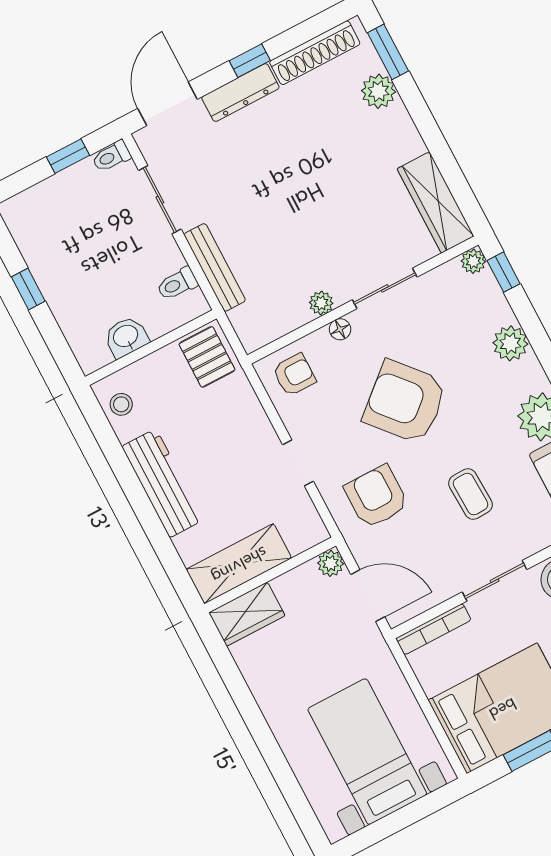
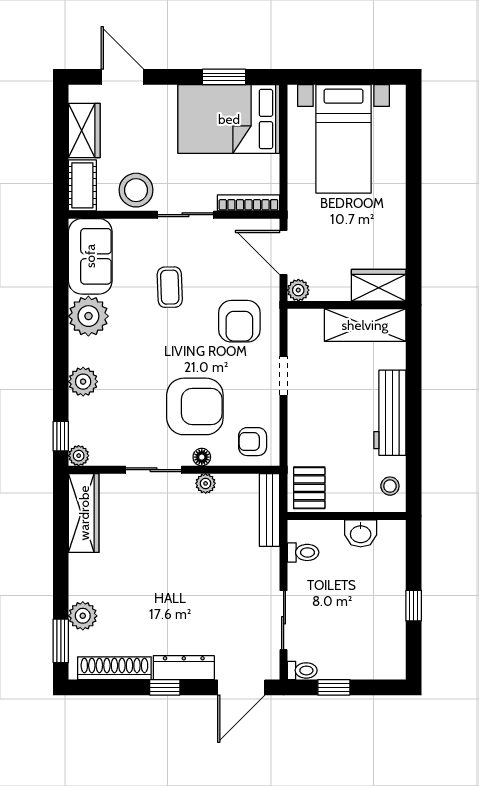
bench: (215, 267) -> (269, 510), moved
armchair: (405, 402) -> (195, 406), moved, turned -49

